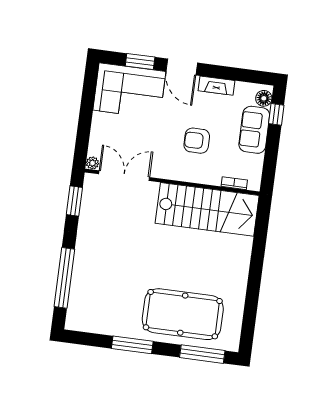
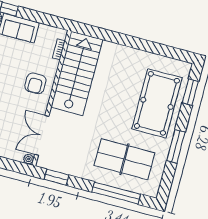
armchair: (197, 141) -> (35, 83), moved
table tennis table: (108, 283) -> (124, 159), added
window: (202, 354) -> (190, 92), width x0.69

